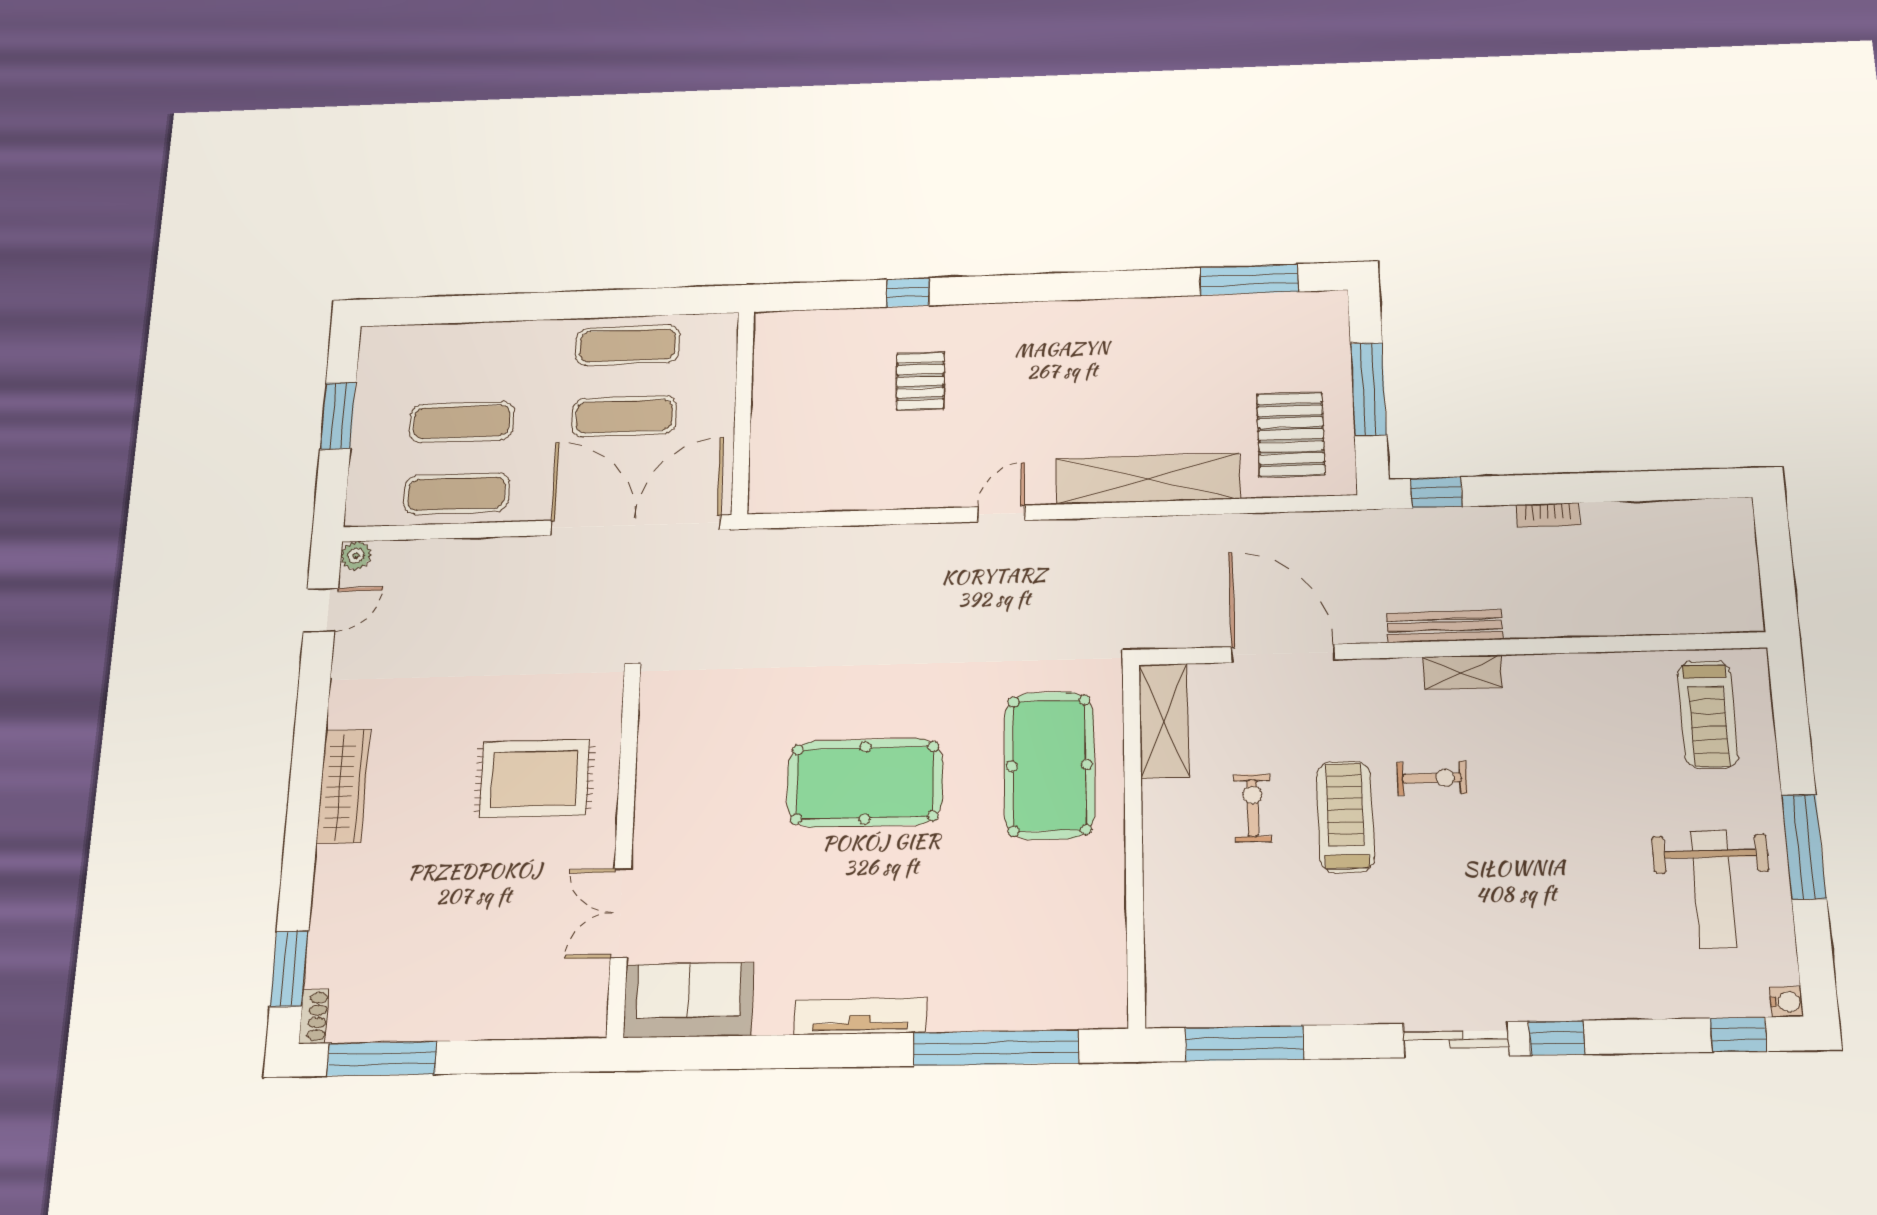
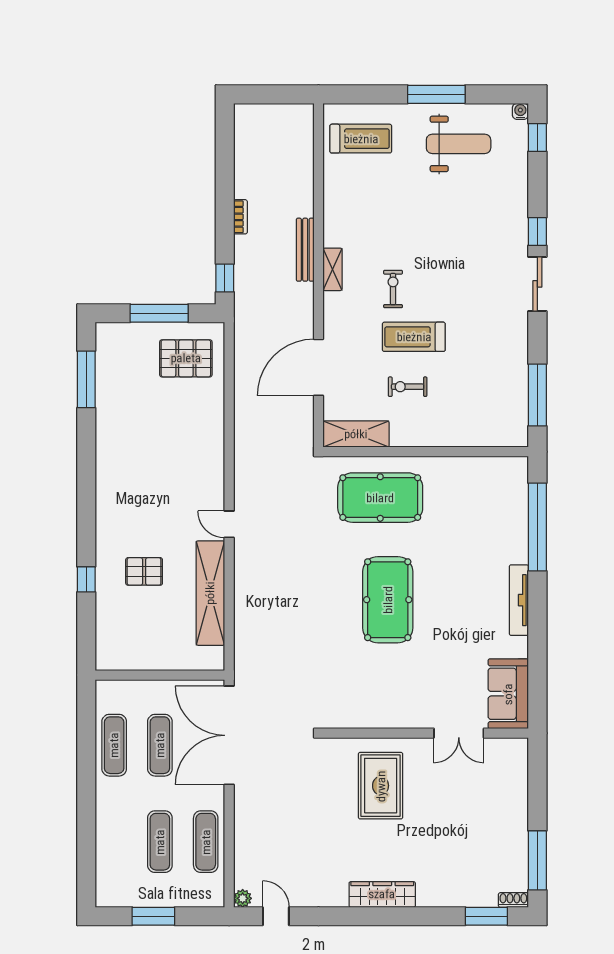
shelving: (1148, 479) -> (210, 593), moved
bench: (1445, 626) -> (305, 250), moved

